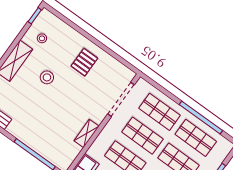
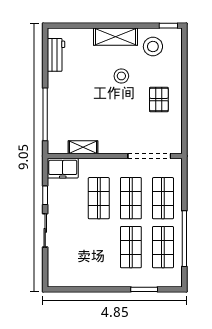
stool: (42, 38) -> (153, 47), width x1.89, depth x1.89
pallet: (84, 62) -> (159, 100), turned 90
shelving: (87, 133) -> (83, 147), moved

